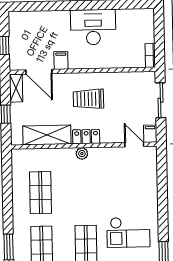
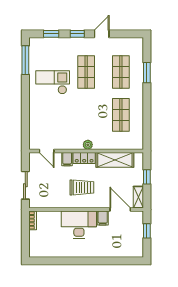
desk: (93, 27) -> (79, 225), moved, turned 180
filing cabinet: (150, 134) -> (67, 159), moved

